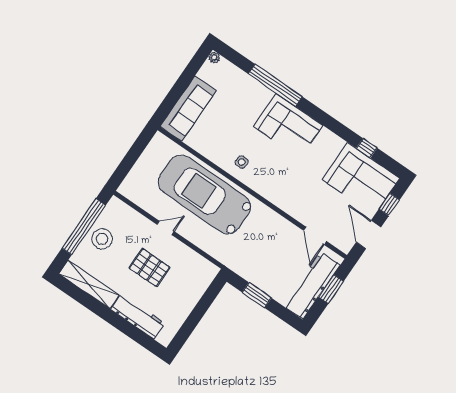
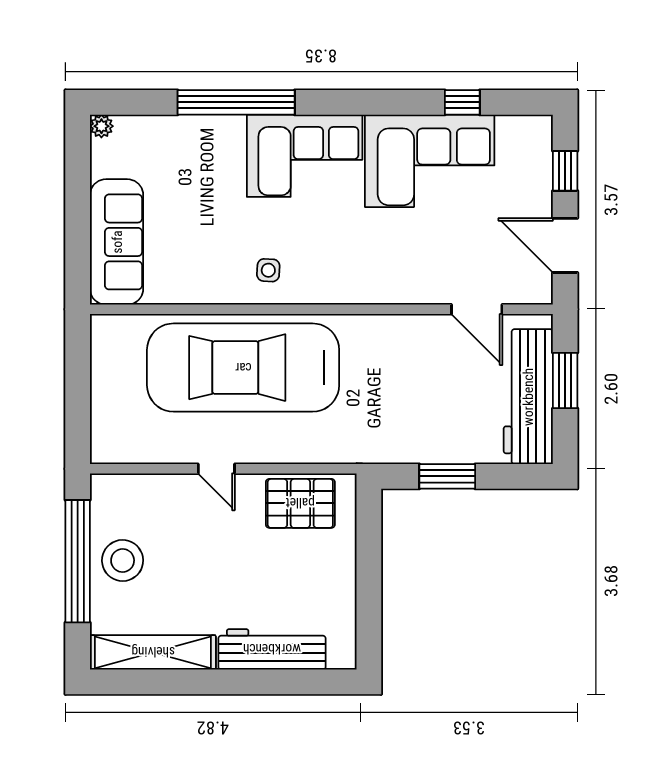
corner sofa: (361, 179) -> (430, 161), moved
door: (166, 228) -> (216, 469), swing flipped
pallet: (149, 268) -> (300, 503), moved

